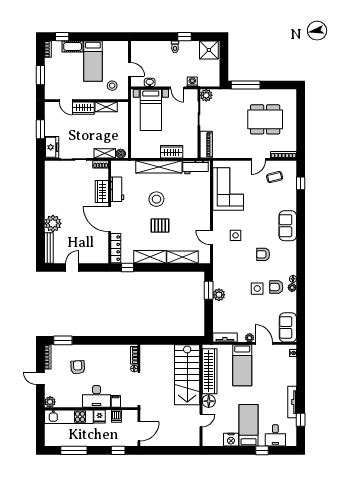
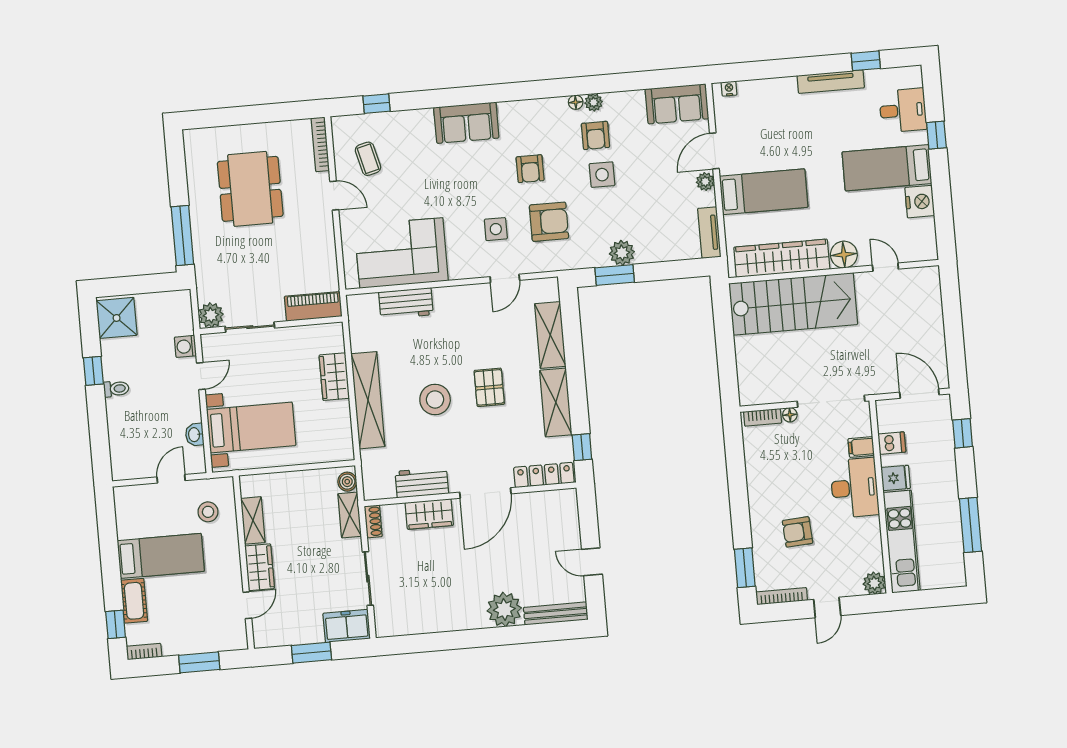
workbench: (195, 167) -> (406, 303), moved, turned 90
armchair: (237, 261) -> (549, 222), added

